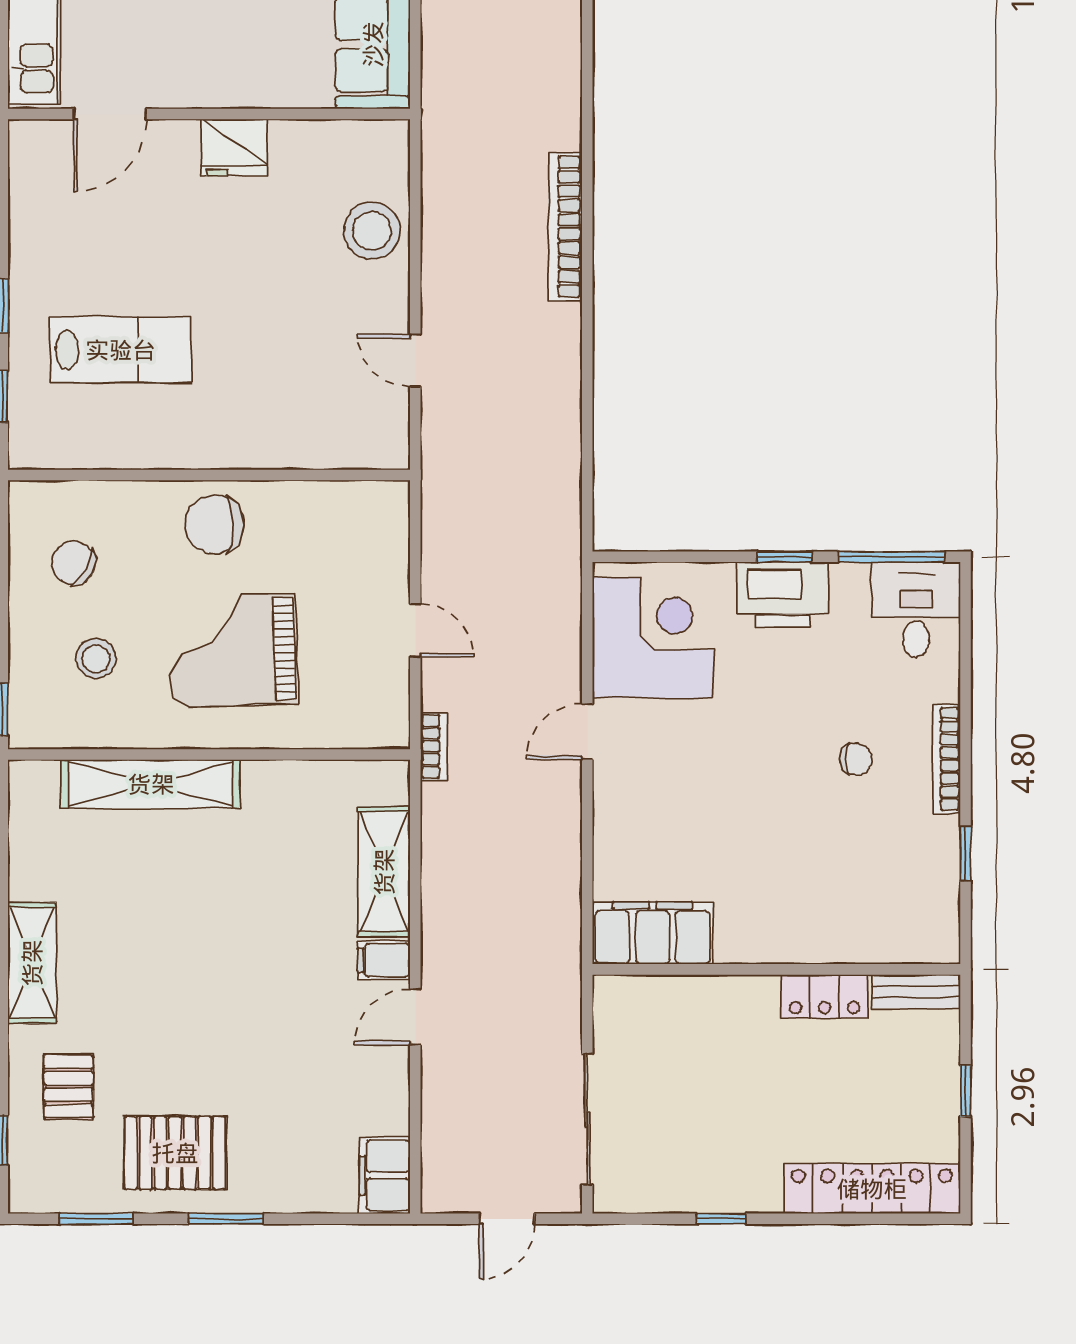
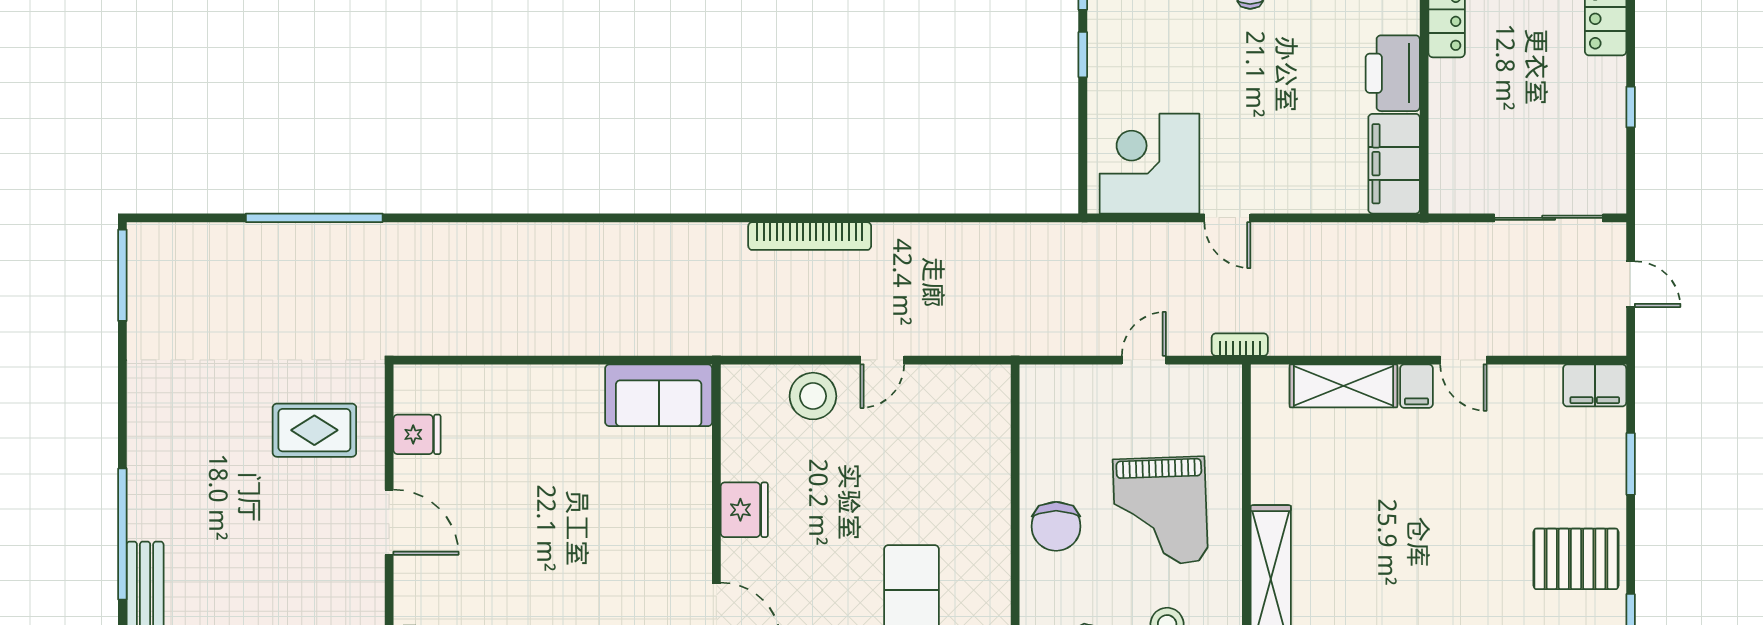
door: (415, 361) -> (882, 360), moved
printer: (782, 595) -> (1393, 73), moved, turned 180
pallet: (175, 1153) -> (1576, 559), turned 90
window: (226, 1219) -> (1631, 464), moved

